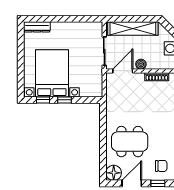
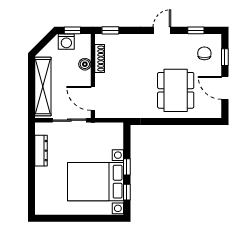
dresser: (37, 27) -> (41, 151), moved
boiler: (141, 64) -> (85, 64), moved
floor lamp: (114, 173) -> (212, 109), removed

